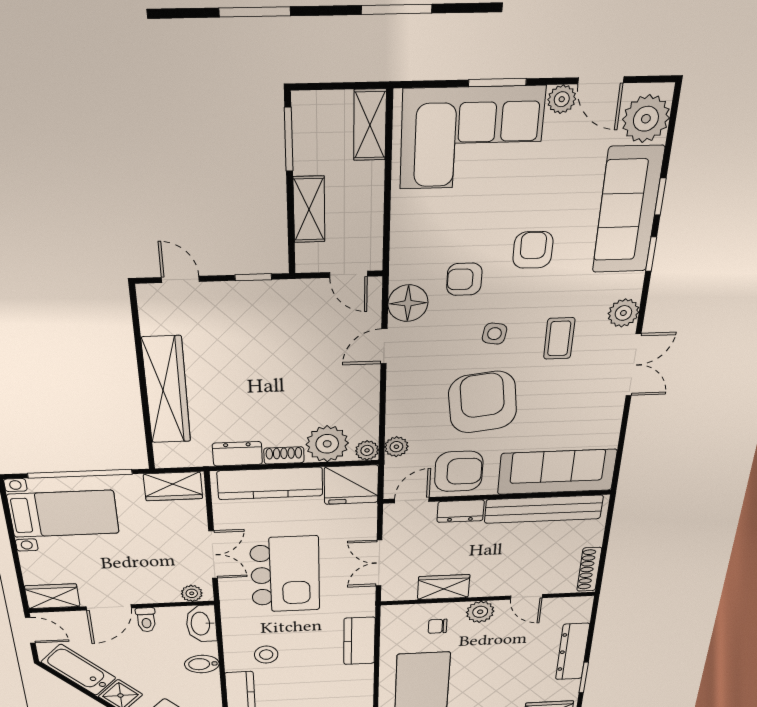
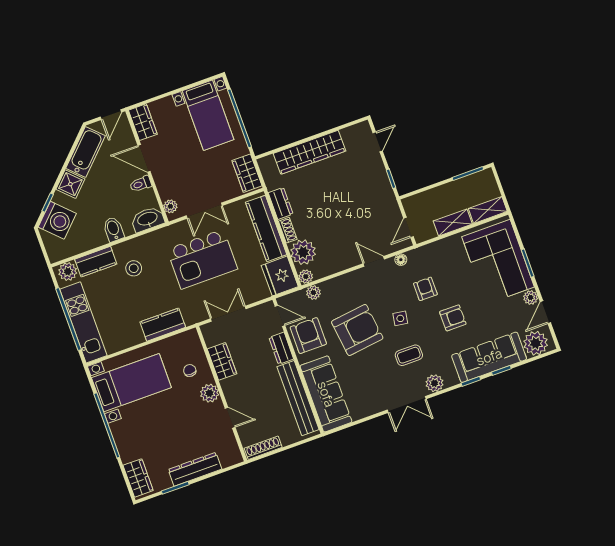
shelving: (309, 209) -> (453, 223), moved
floor lamp: (408, 303) -> (401, 260), width x0.53, depth x0.53
armchair: (459, 471) -> (308, 336), turned 180
door: (526, 597) -> (230, 418), swing flipped

